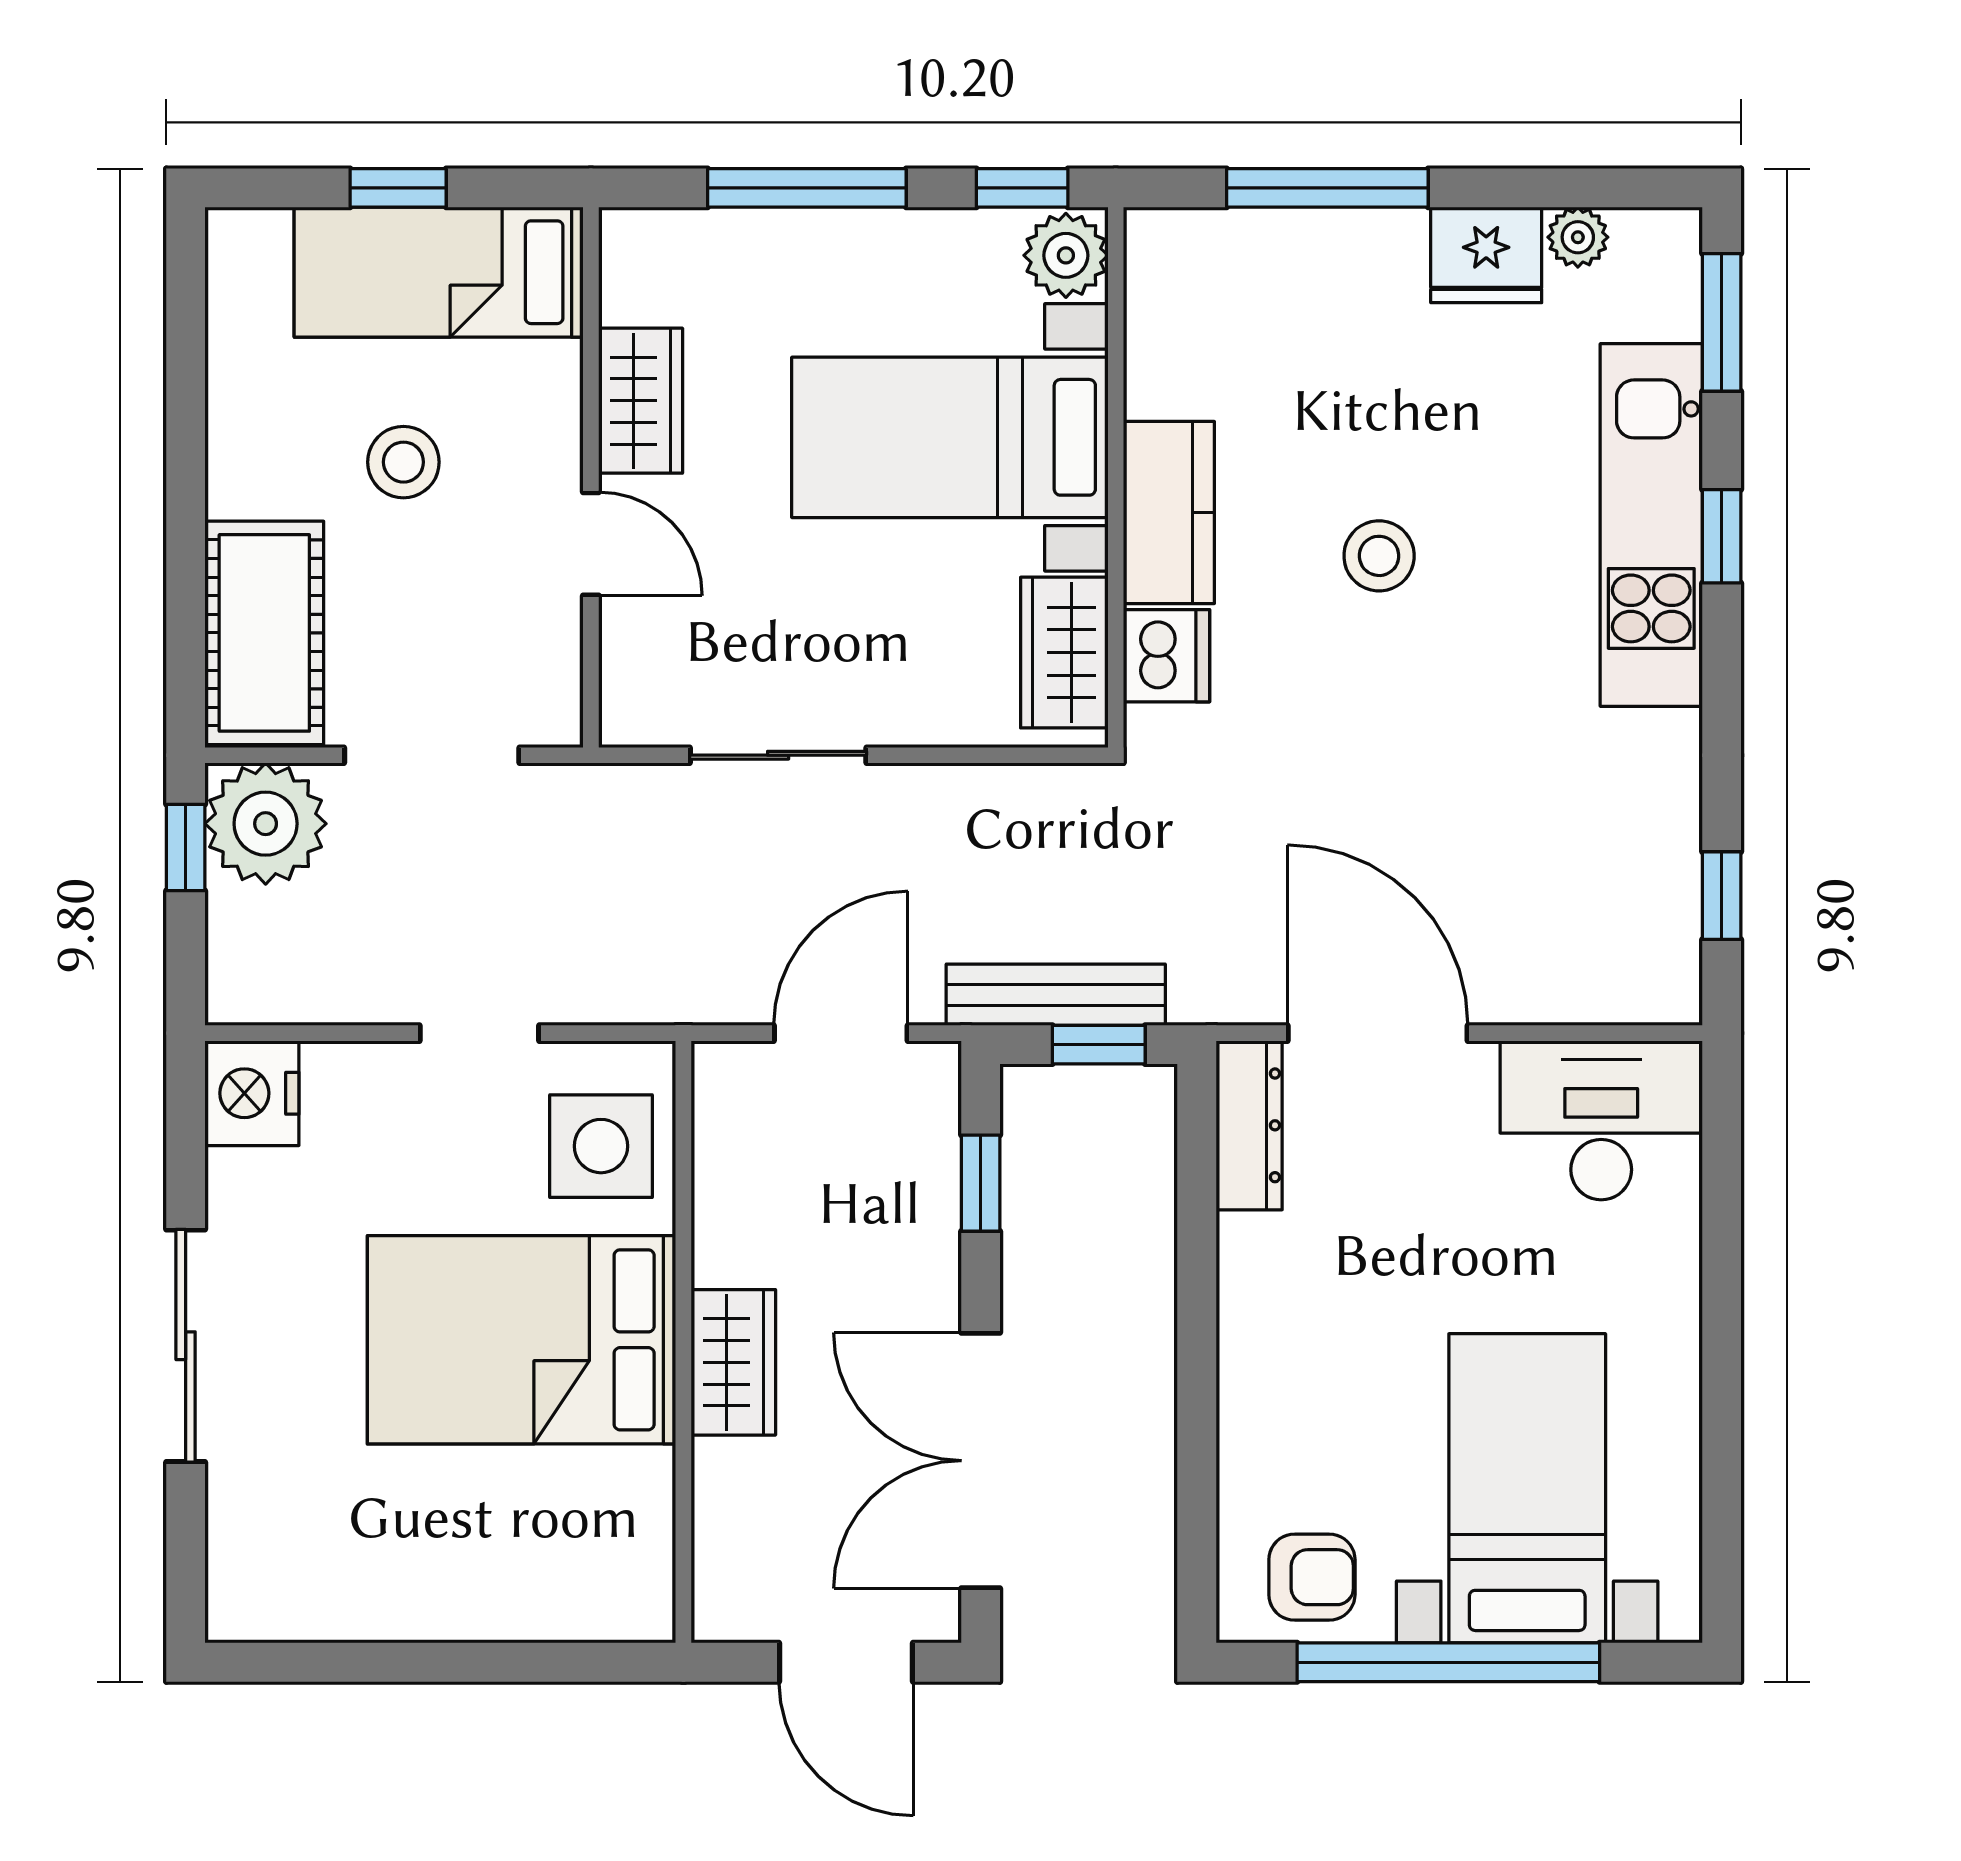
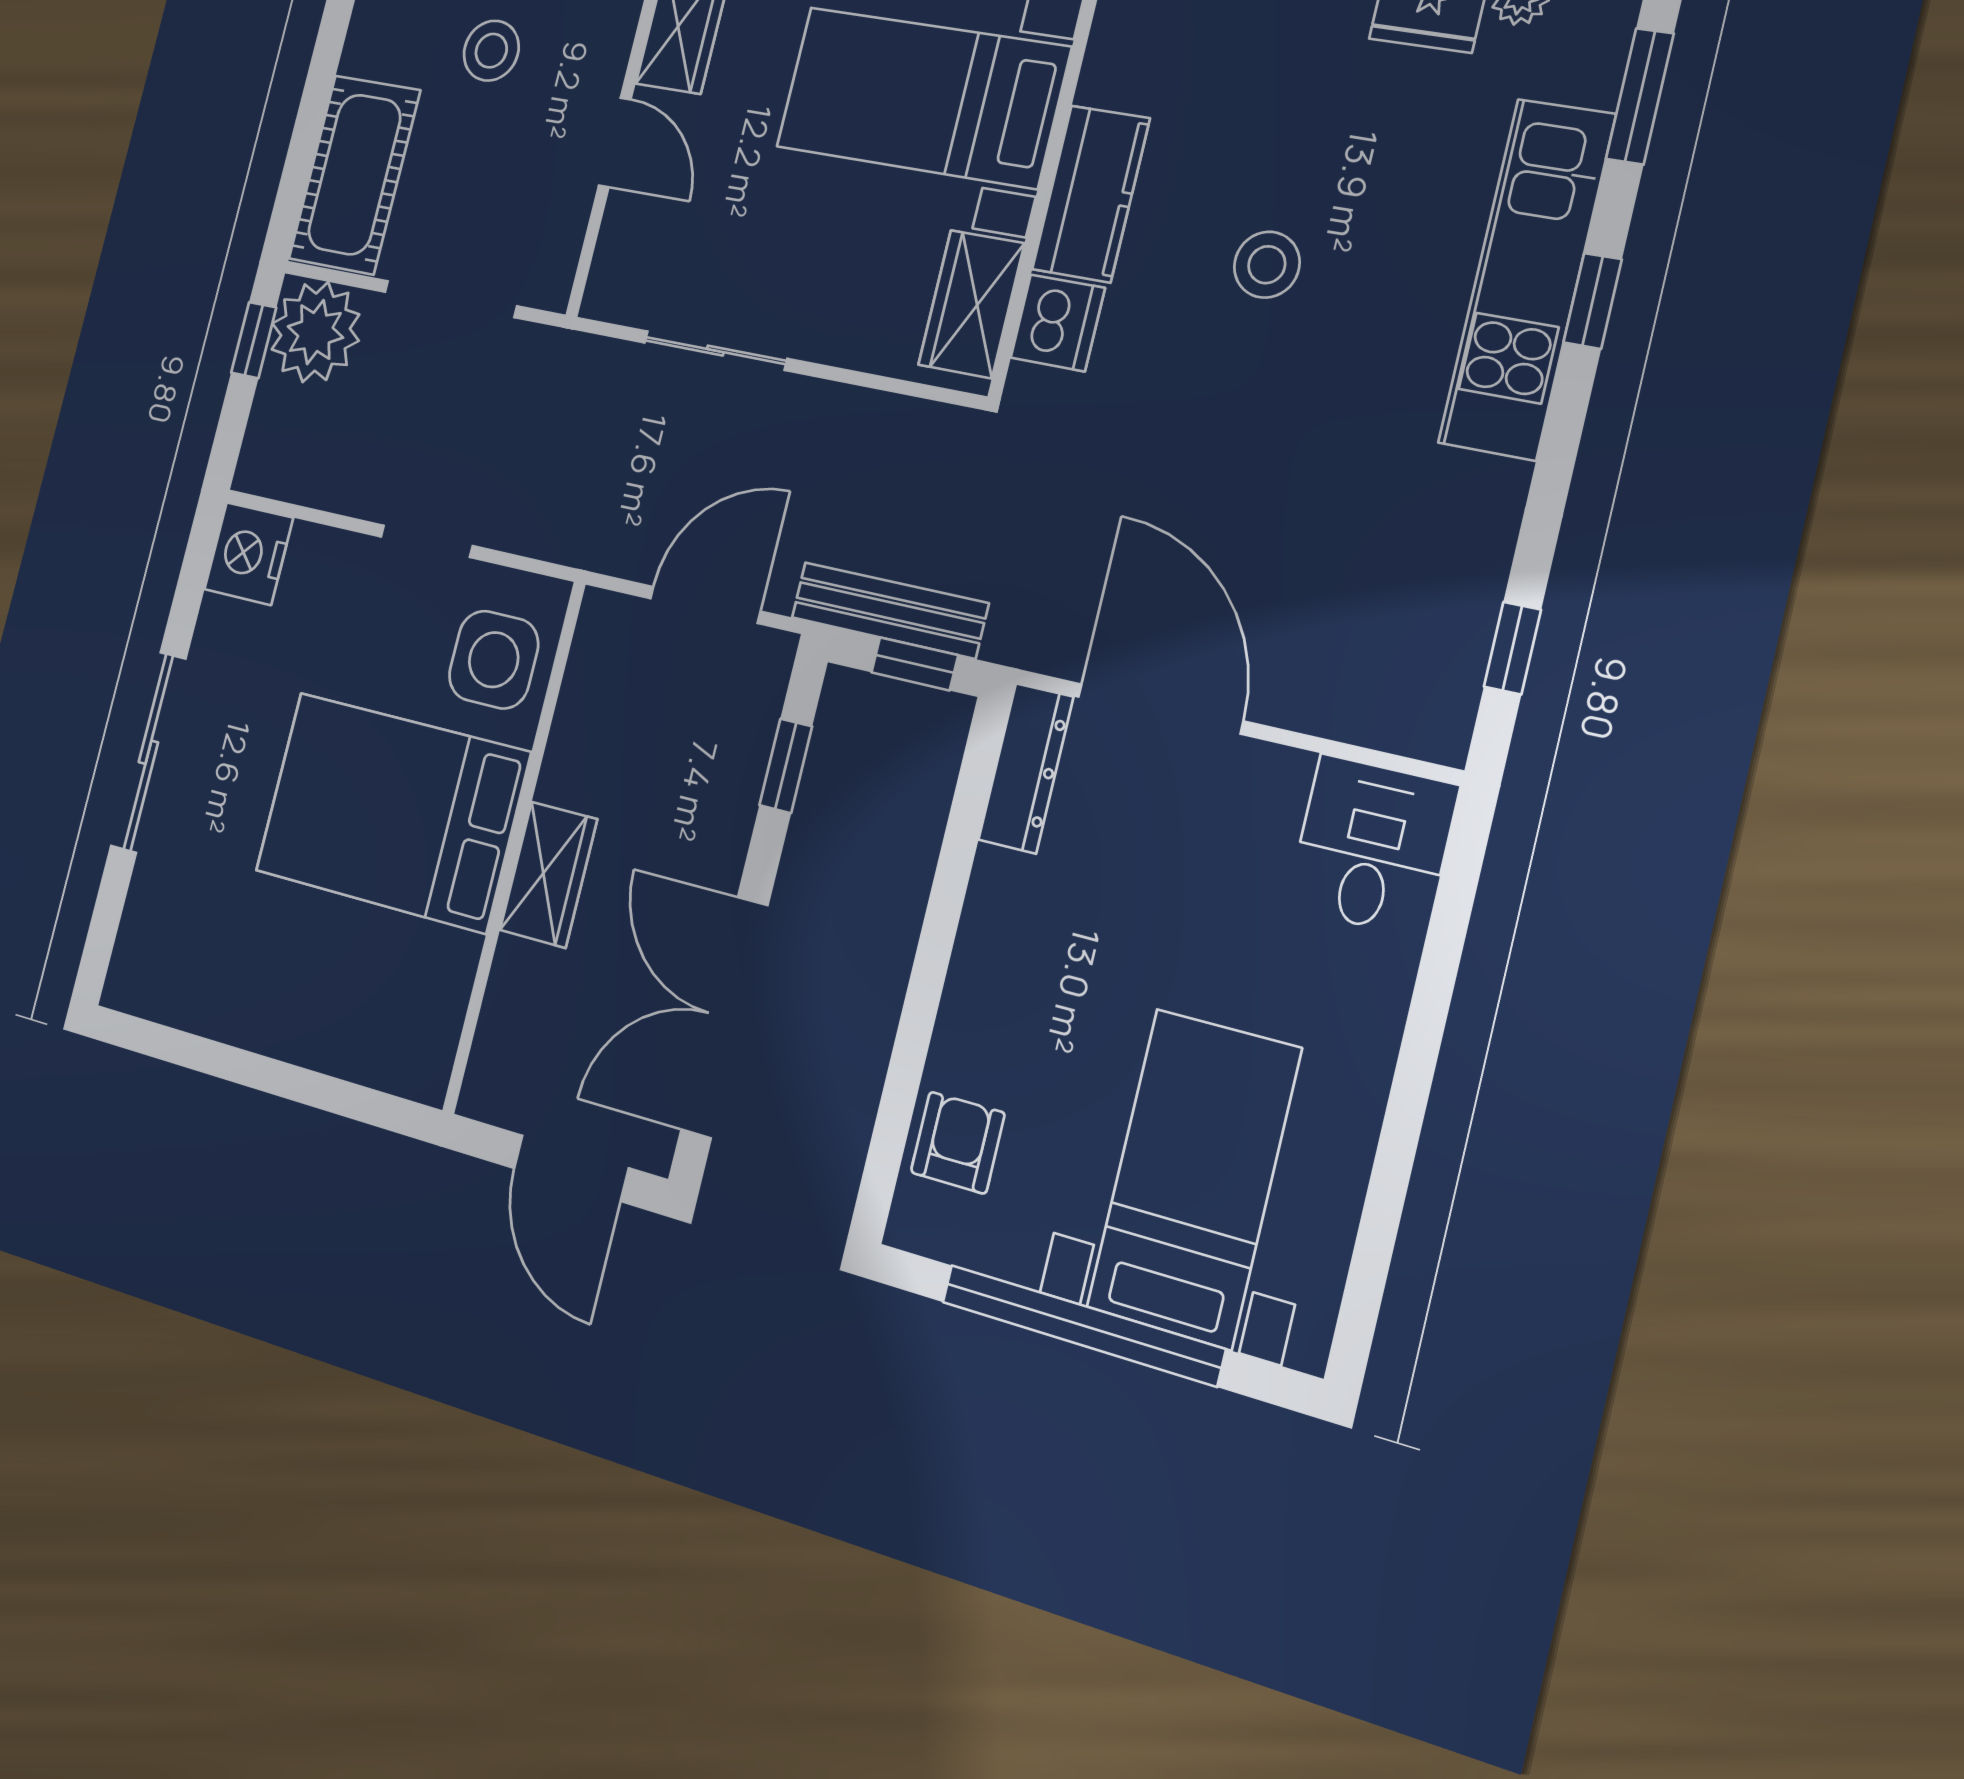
desk: (1601, 1120) -> (1372, 846), width x0.73
armchair: (1312, 1577) -> (958, 1143), moved, turned -90

